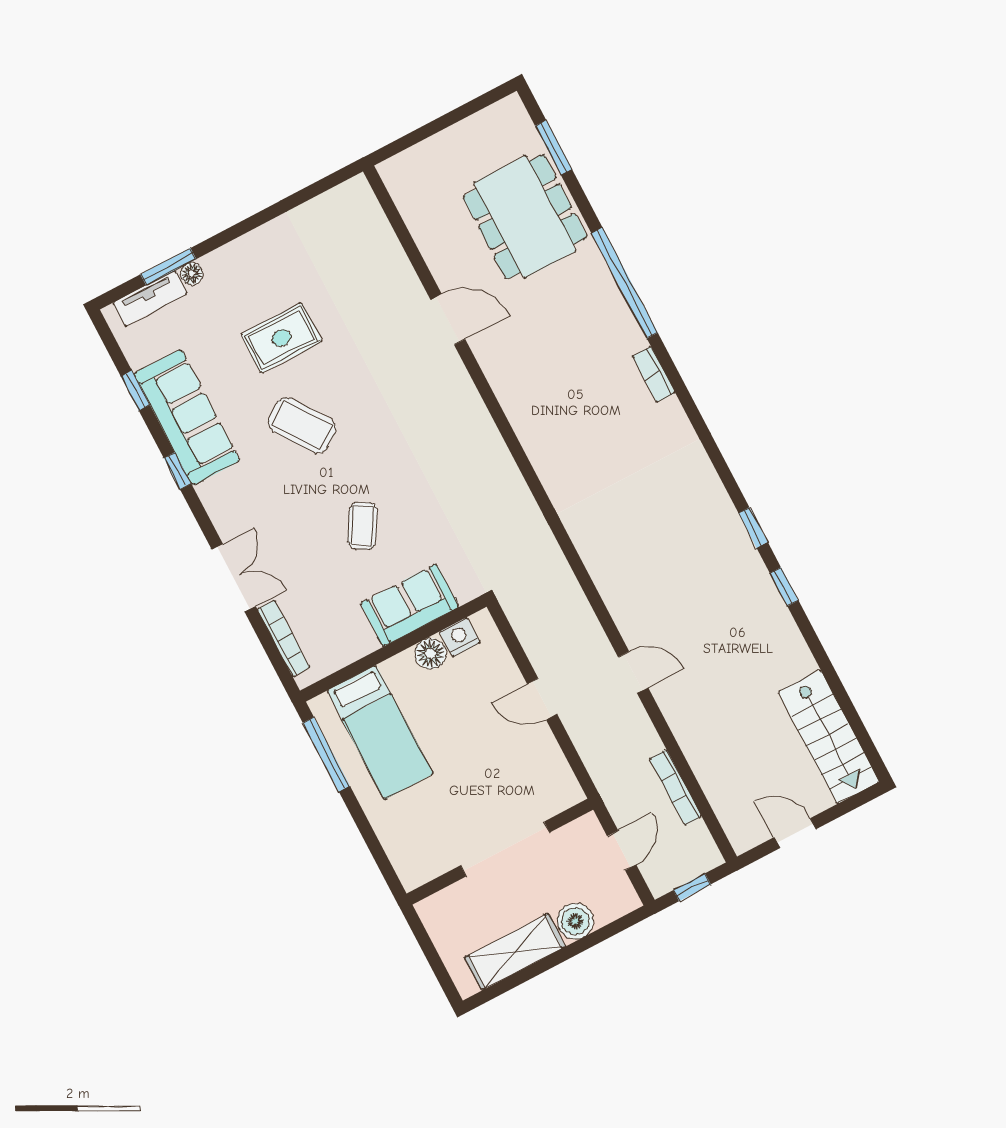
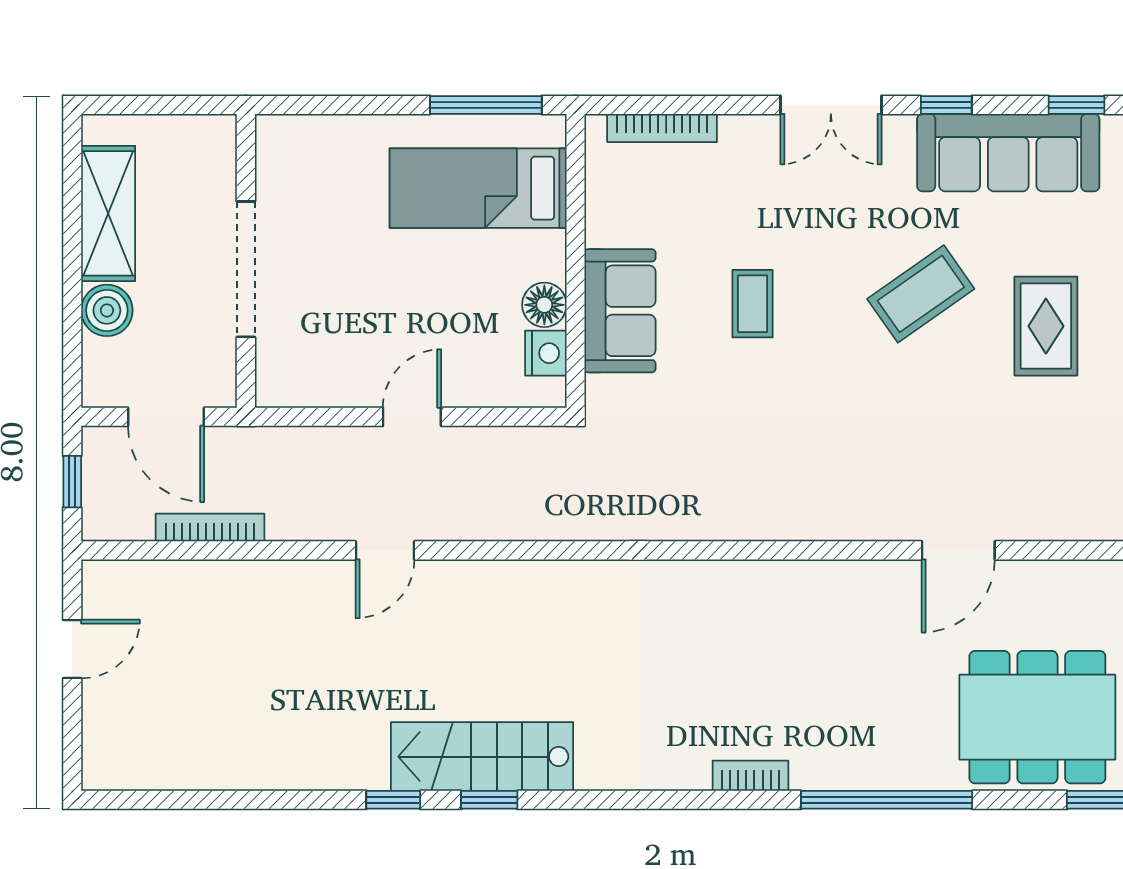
coffee table: (362, 526) -> (752, 304), turned 59
double door: (234, 578) -> (831, 105), moved
stairs: (829, 737) -> (482, 757), moved
door: (622, 850) -> (166, 417), width x1.38

